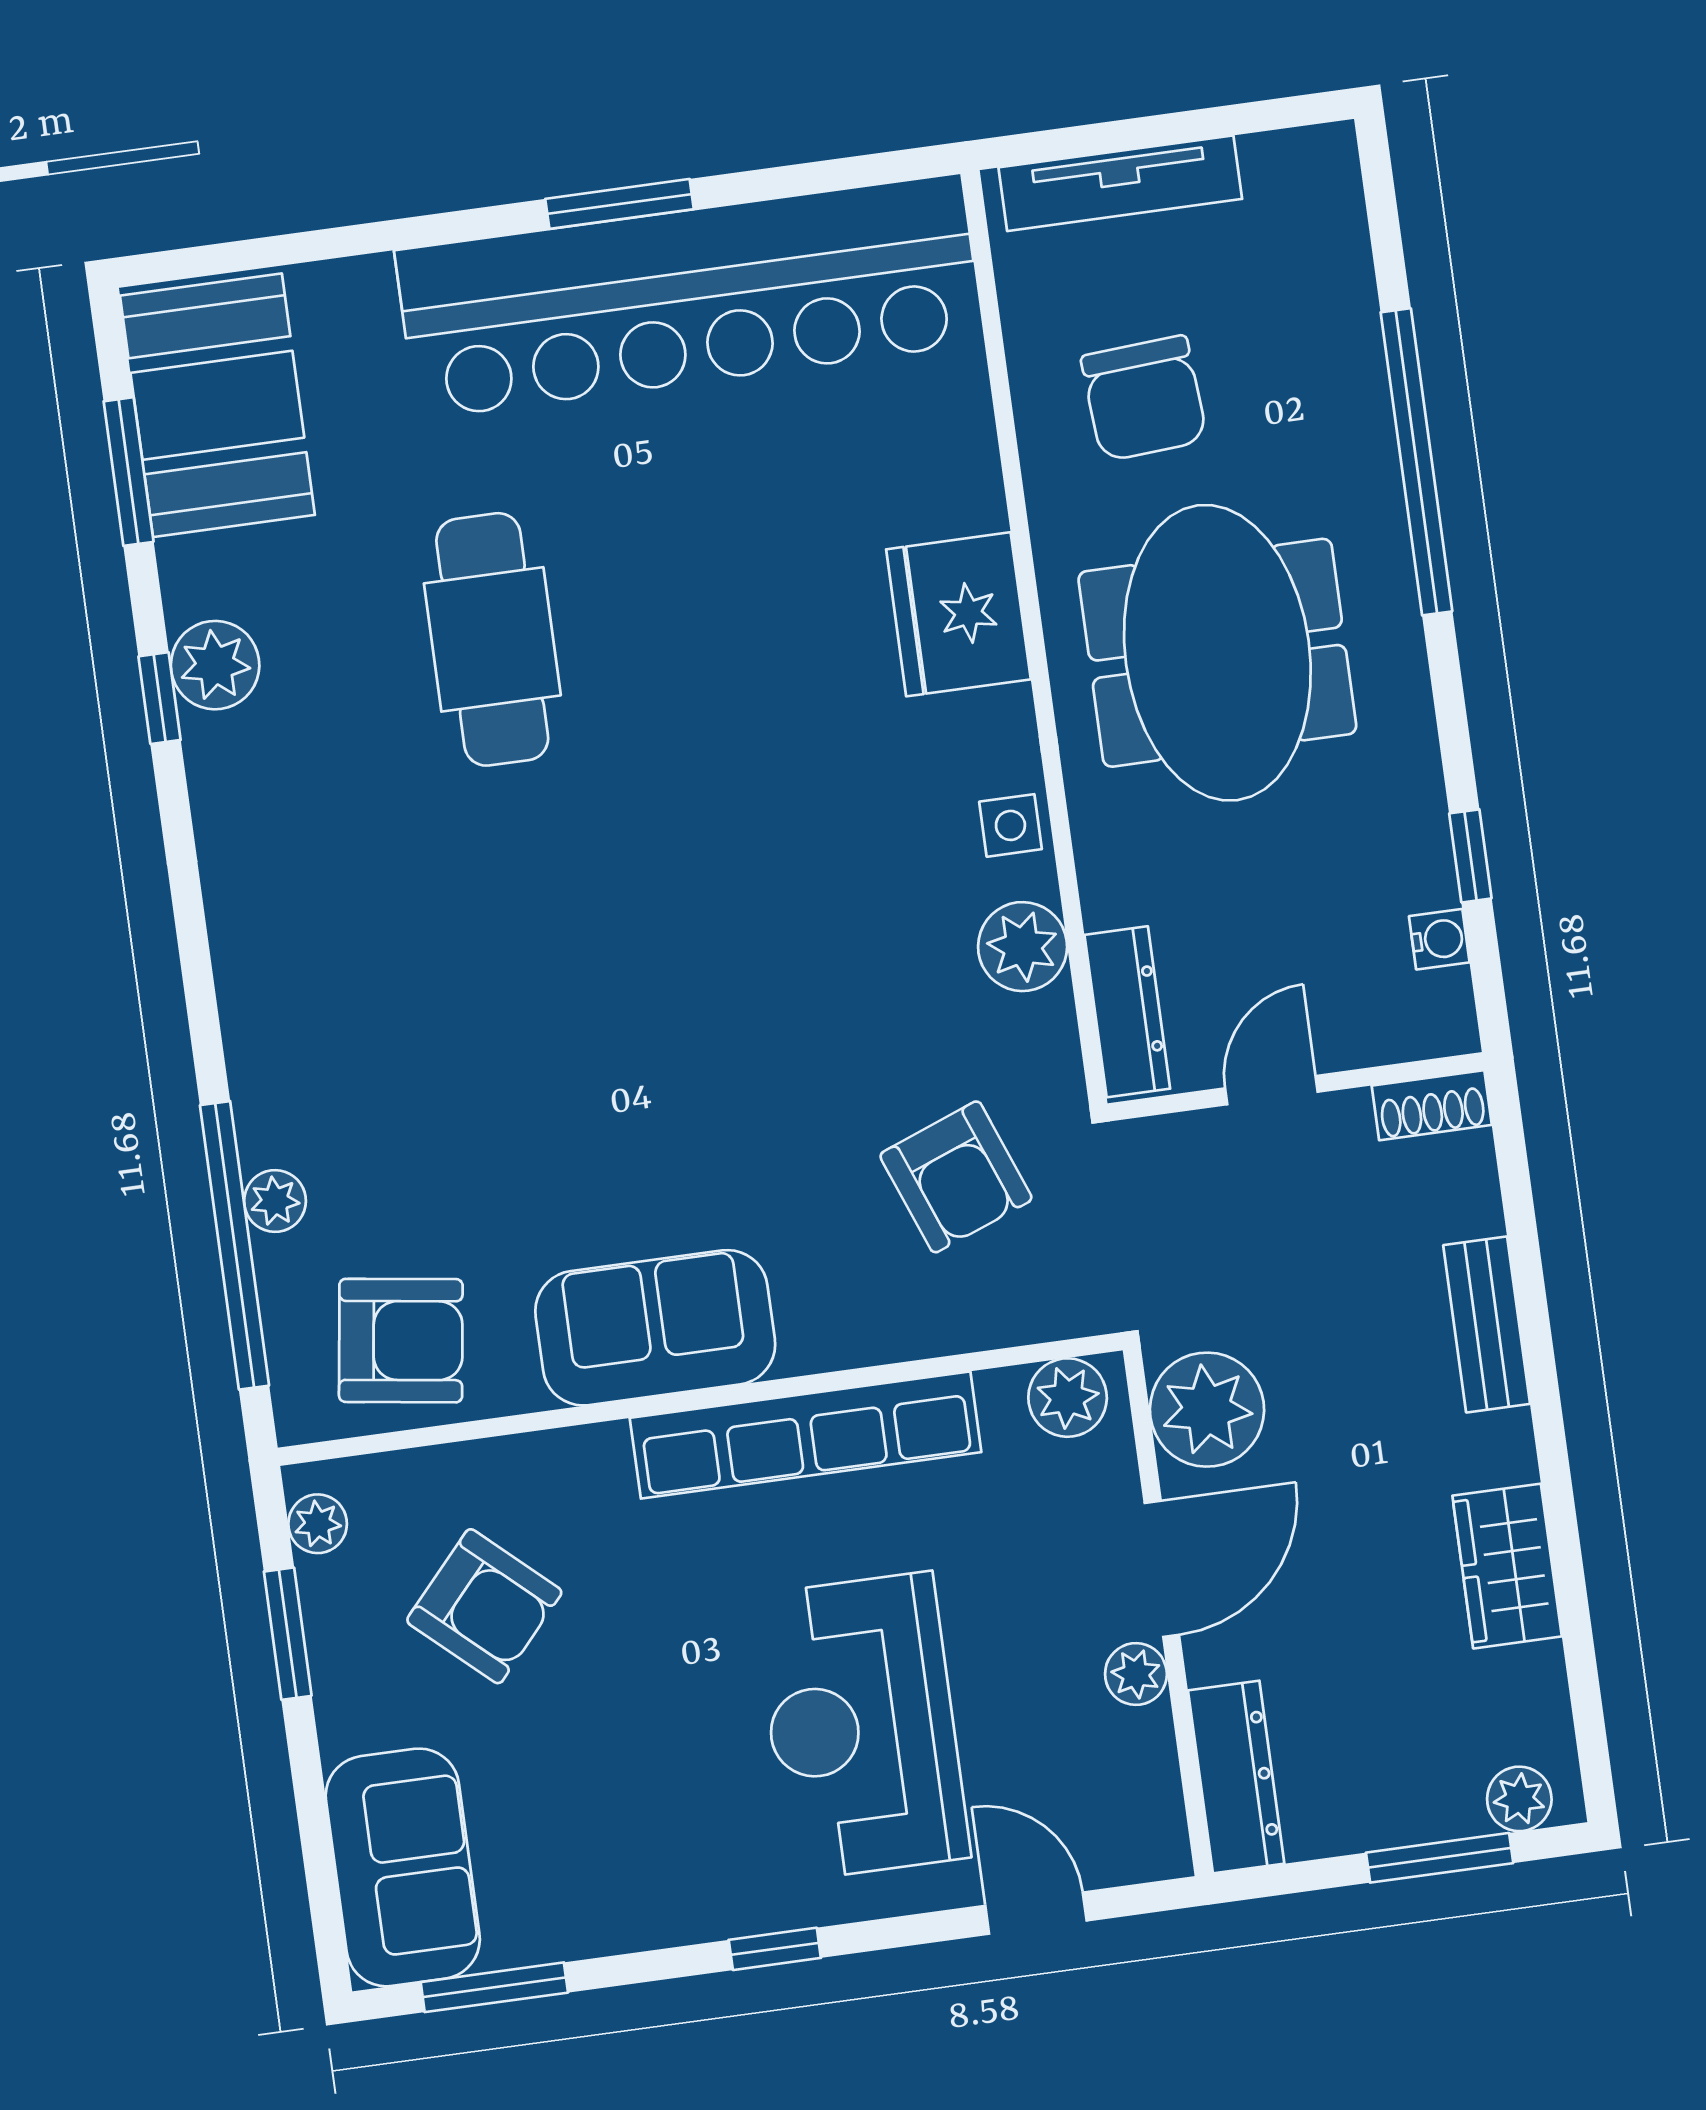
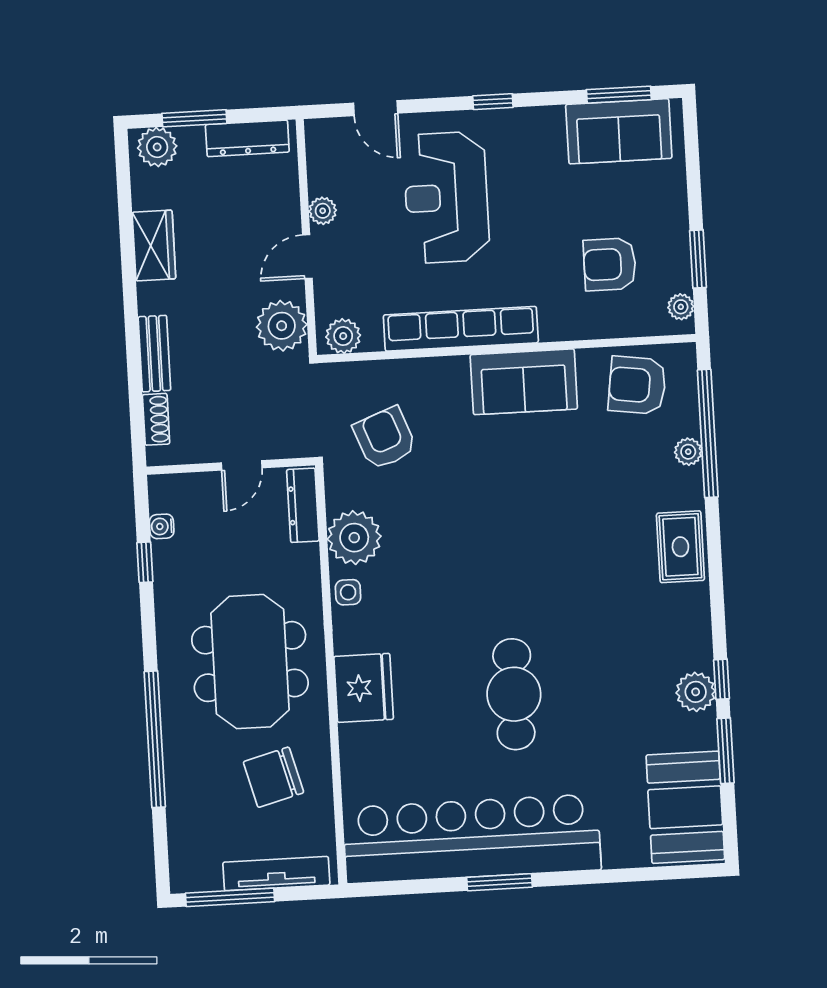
window: (1220, 122) -> (230, 897), added
chair: (1144, 398) -> (273, 777), turned -101
window: (129, 472) -> (725, 751), moved
cafe table: (492, 639) -> (514, 694), moved
plant: (1023, 947) -> (354, 538), width x1.36, depth x1.36
rug: (275, 987) -> (680, 547), added
shoe rack: (1432, 1105) -> (156, 419), moved, turned 90
door: (1162, 1569) -> (307, 257), width x0.73
armchair: (484, 1606) -> (610, 264), turned -42
reception desk: (862, 1726) -> (446, 197), turned 180
dresser: (1236, 1777) -> (247, 138), moved, turned -90
plant: (1519, 1799) -> (157, 147), width x1.38, depth x1.38
sofa: (403, 1867) -> (619, 131), moved, turned -90

